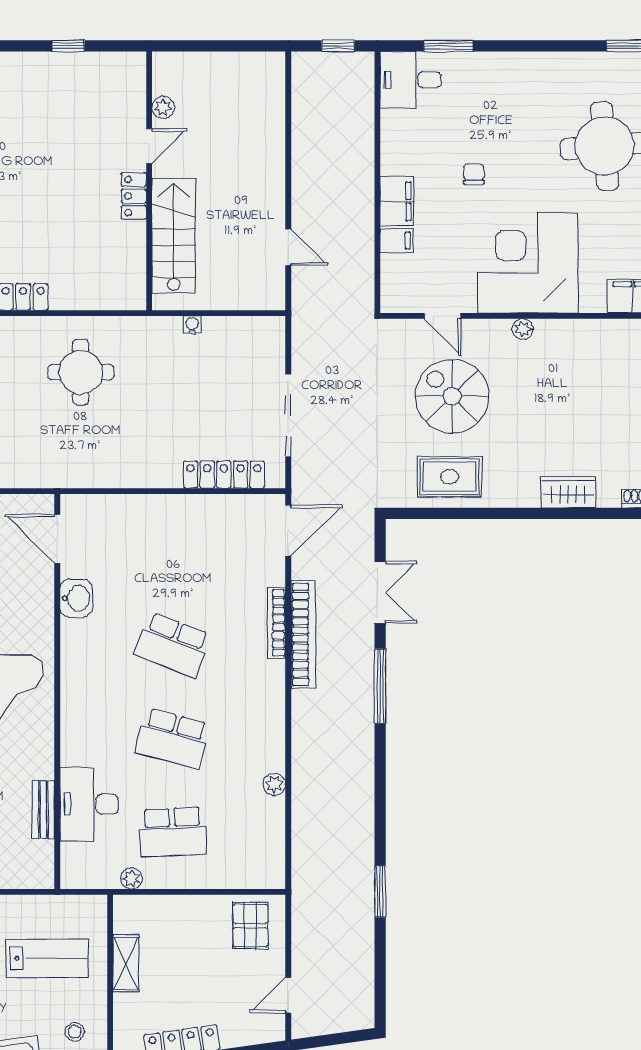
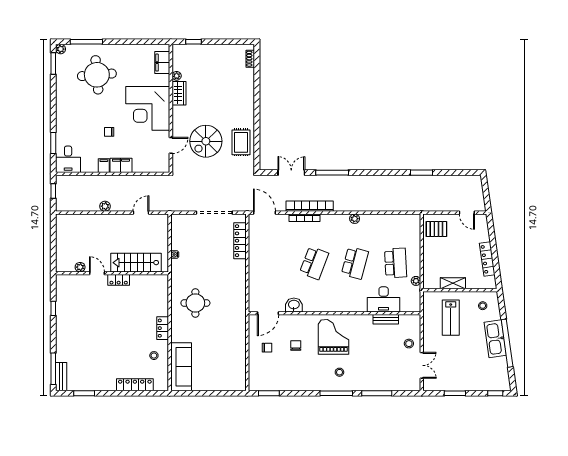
plant: (303, 165) -> (105, 206), added
filing cabinet: (396, 241) -> (104, 166), moved
plant: (523, 329) -> (177, 76), moved
wardrobe: (568, 492) -> (179, 93), moved, turned 180
plant: (274, 784) -> (355, 219), moved
lab bench: (47, 958) -> (451, 318), turned 180

